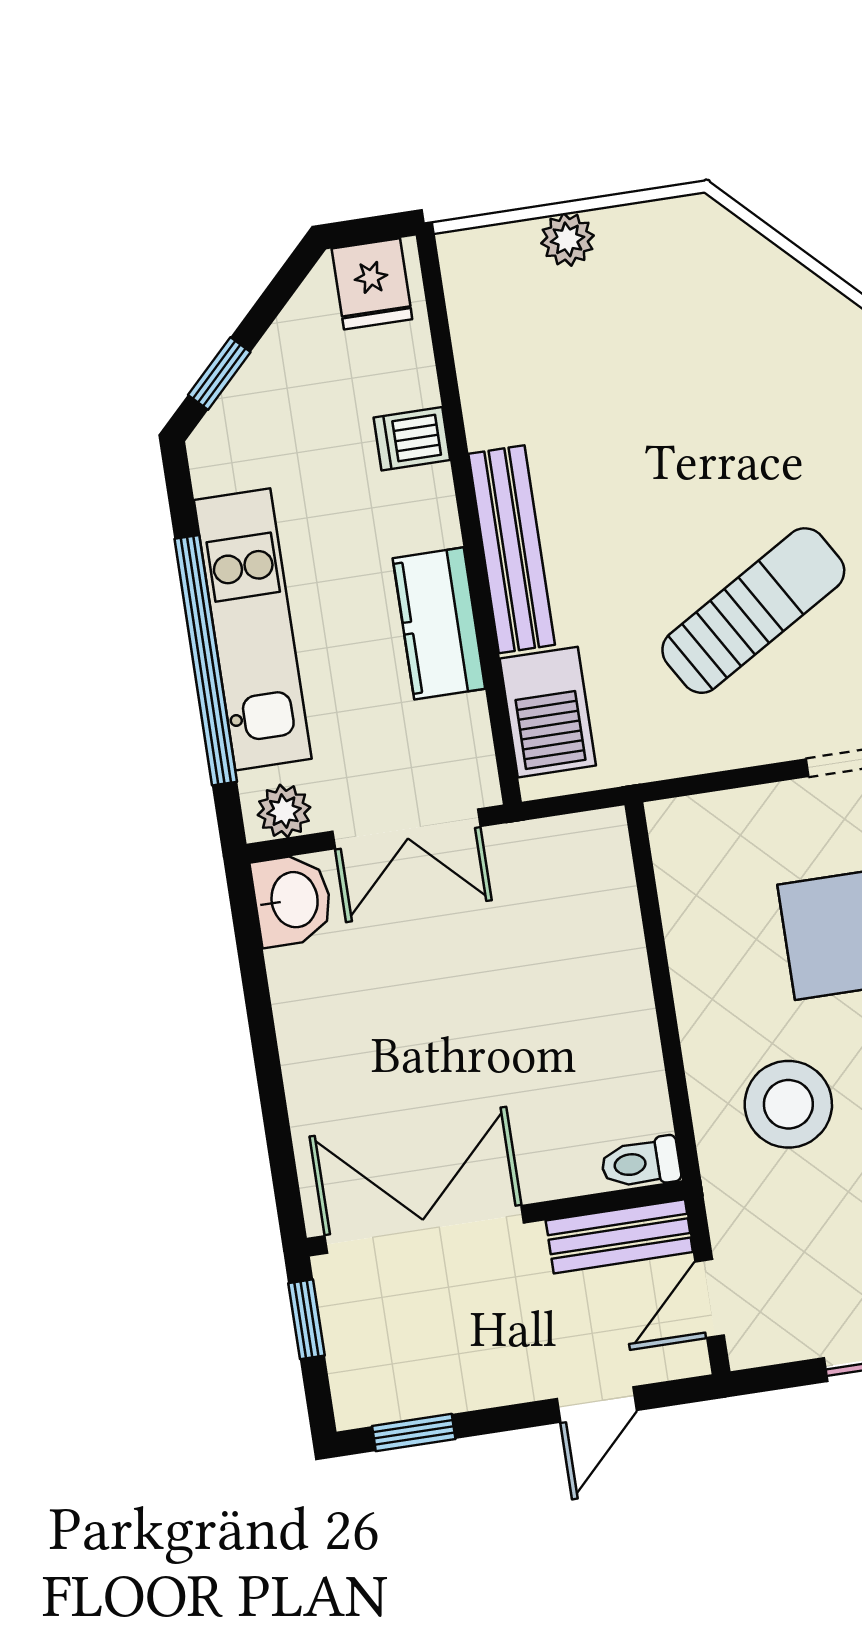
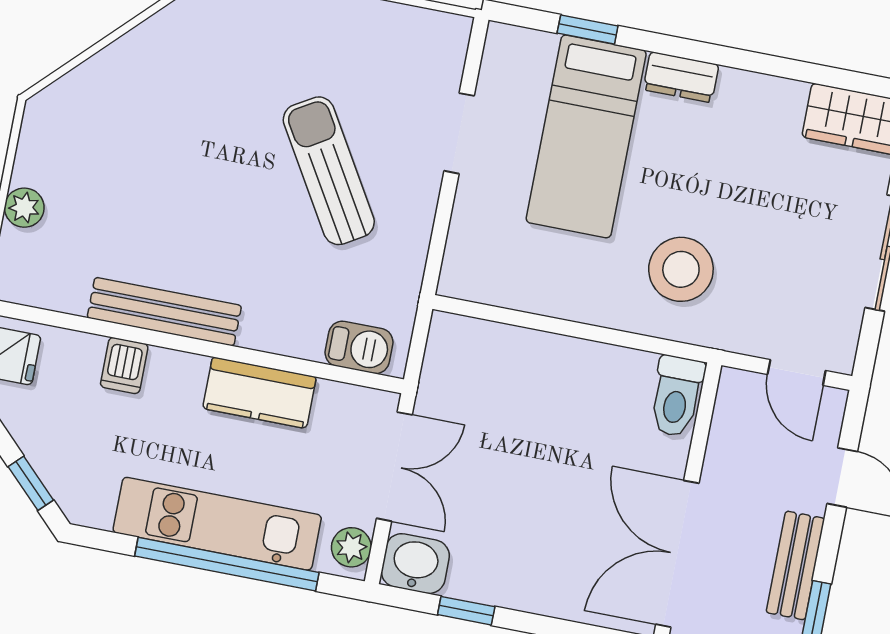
bench: (512, 549) -> (164, 312), moved
barbecue: (548, 712) -> (359, 347), width x0.73, depth x0.79
window: (256, 986) -> (466, 611), added
toilet: (641, 1163) -> (677, 396), width x1.37, depth x1.39
bench: (619, 1236) -> (795, 565), moved

